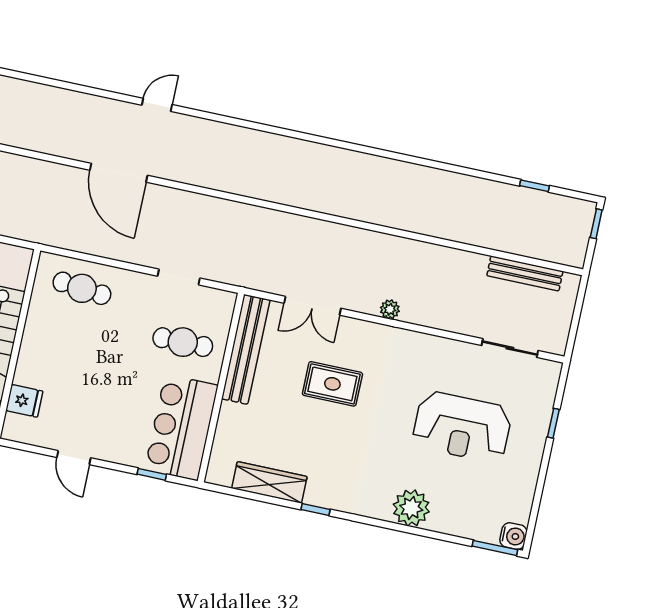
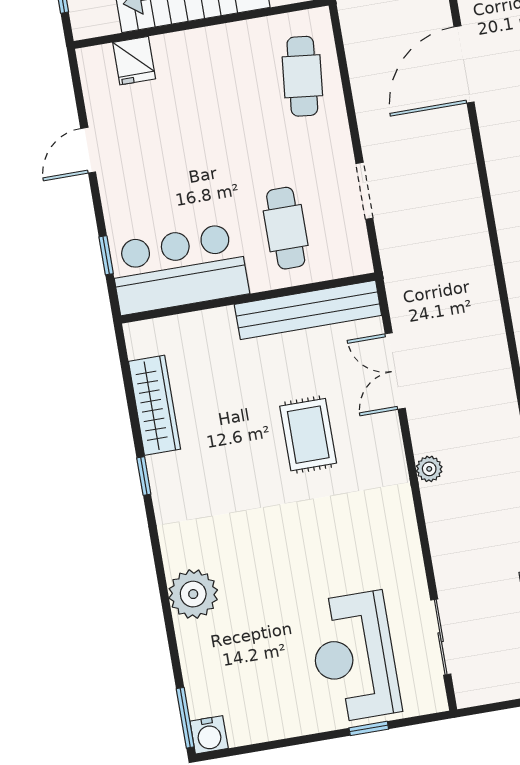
reception desk: (462, 427) -> (354, 657), moved

